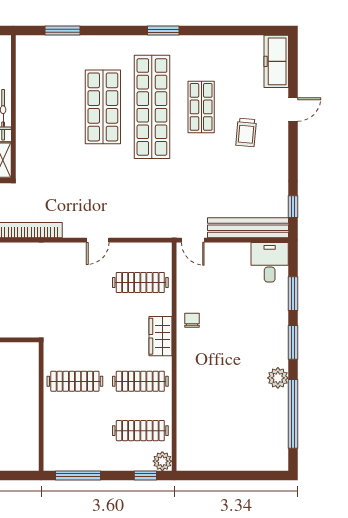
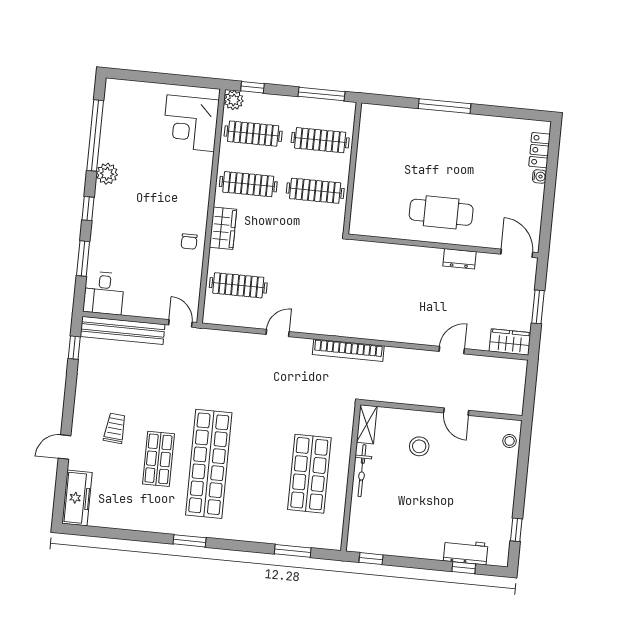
shop shelf: (103, 107) -> (309, 474), moved
window: (293, 342) -> (88, 209), width x0.67
clothes rail: (75, 431) -> (320, 140), added
corner desk: (202, 435) -> (191, 123), added

